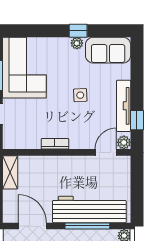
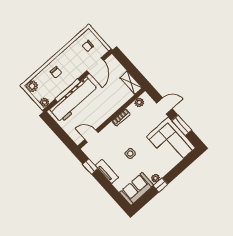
tv unit: (124, 106) -> (107, 171), width x0.71
plant: (124, 142) -> (139, 102), moved
door: (106, 152) -> (91, 136), swing flipped
door: (32, 226) -> (95, 66), hinge flipped

